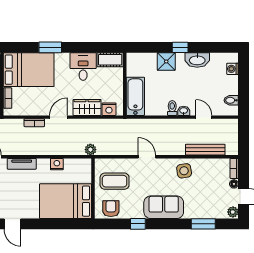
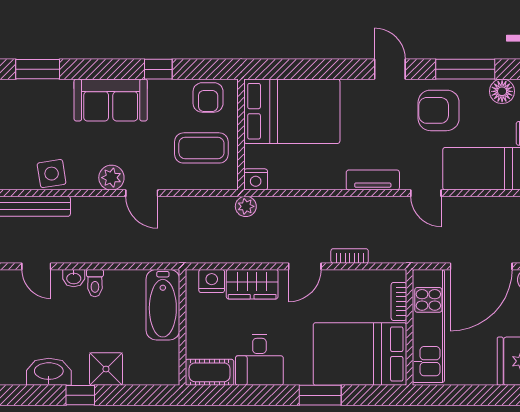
nightstand: (57, 164) -> (256, 179), moved
plant: (163, 165) -> (111, 178), added
side table: (184, 171) -> (52, 174), moved

